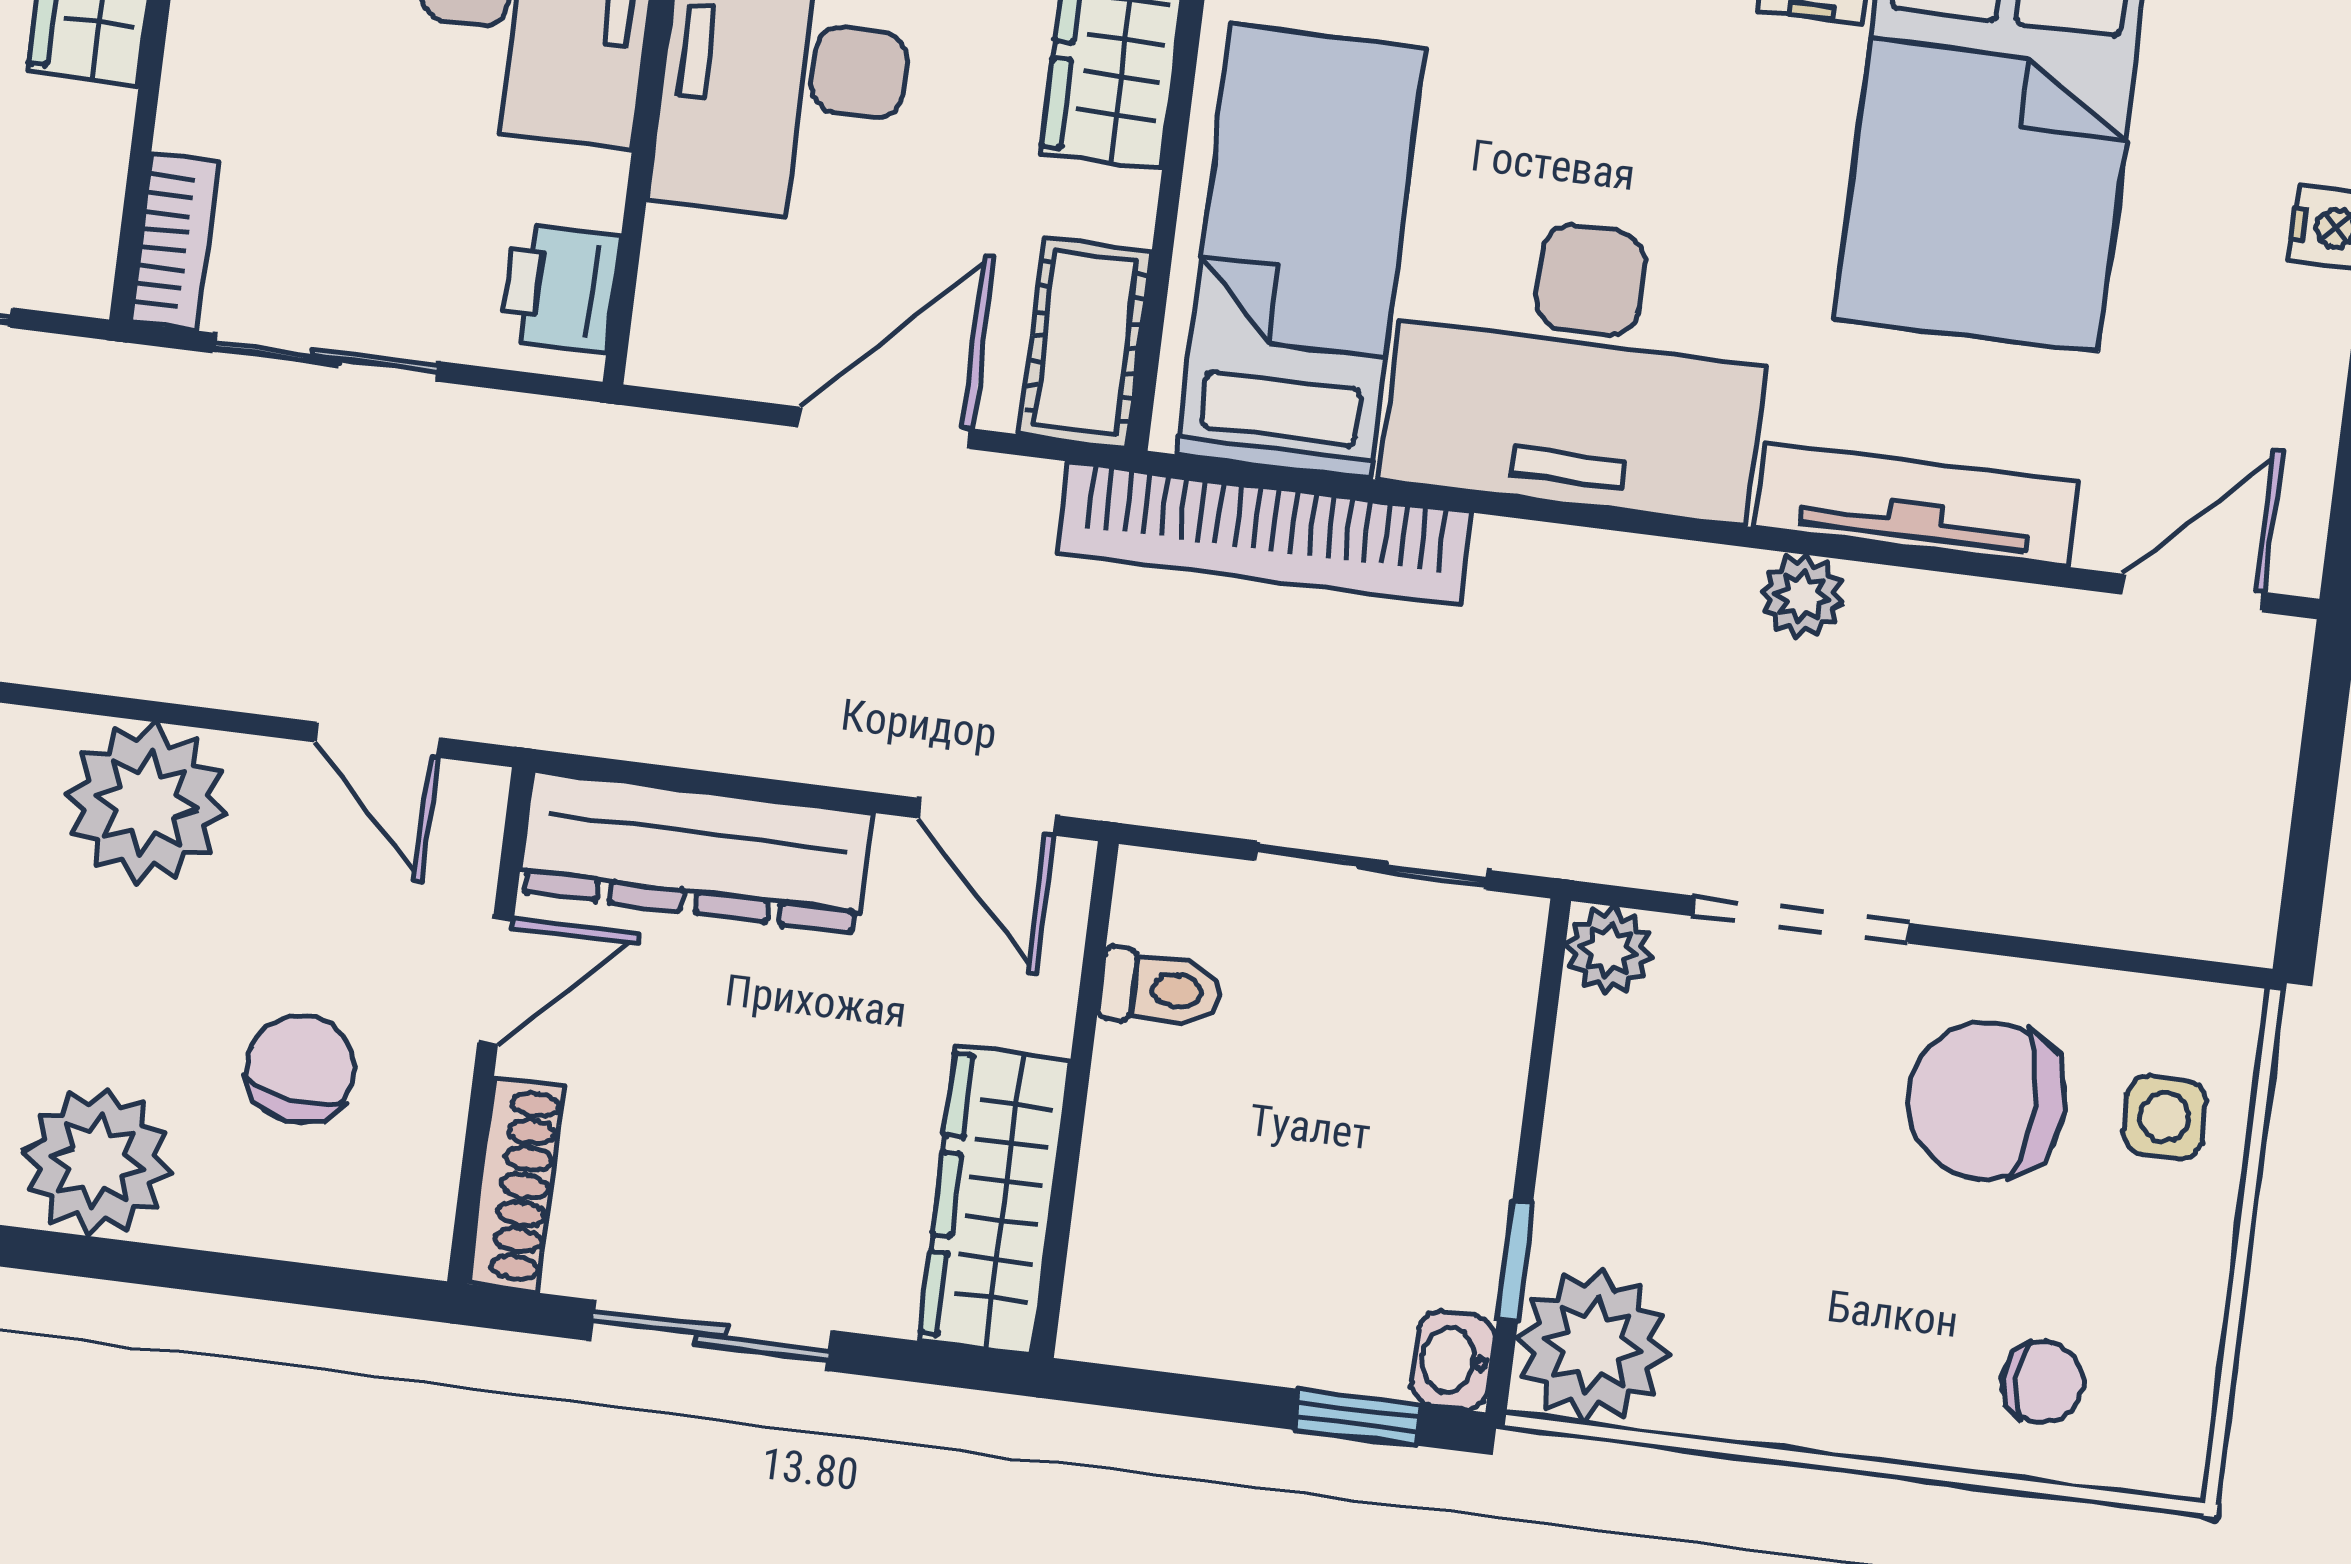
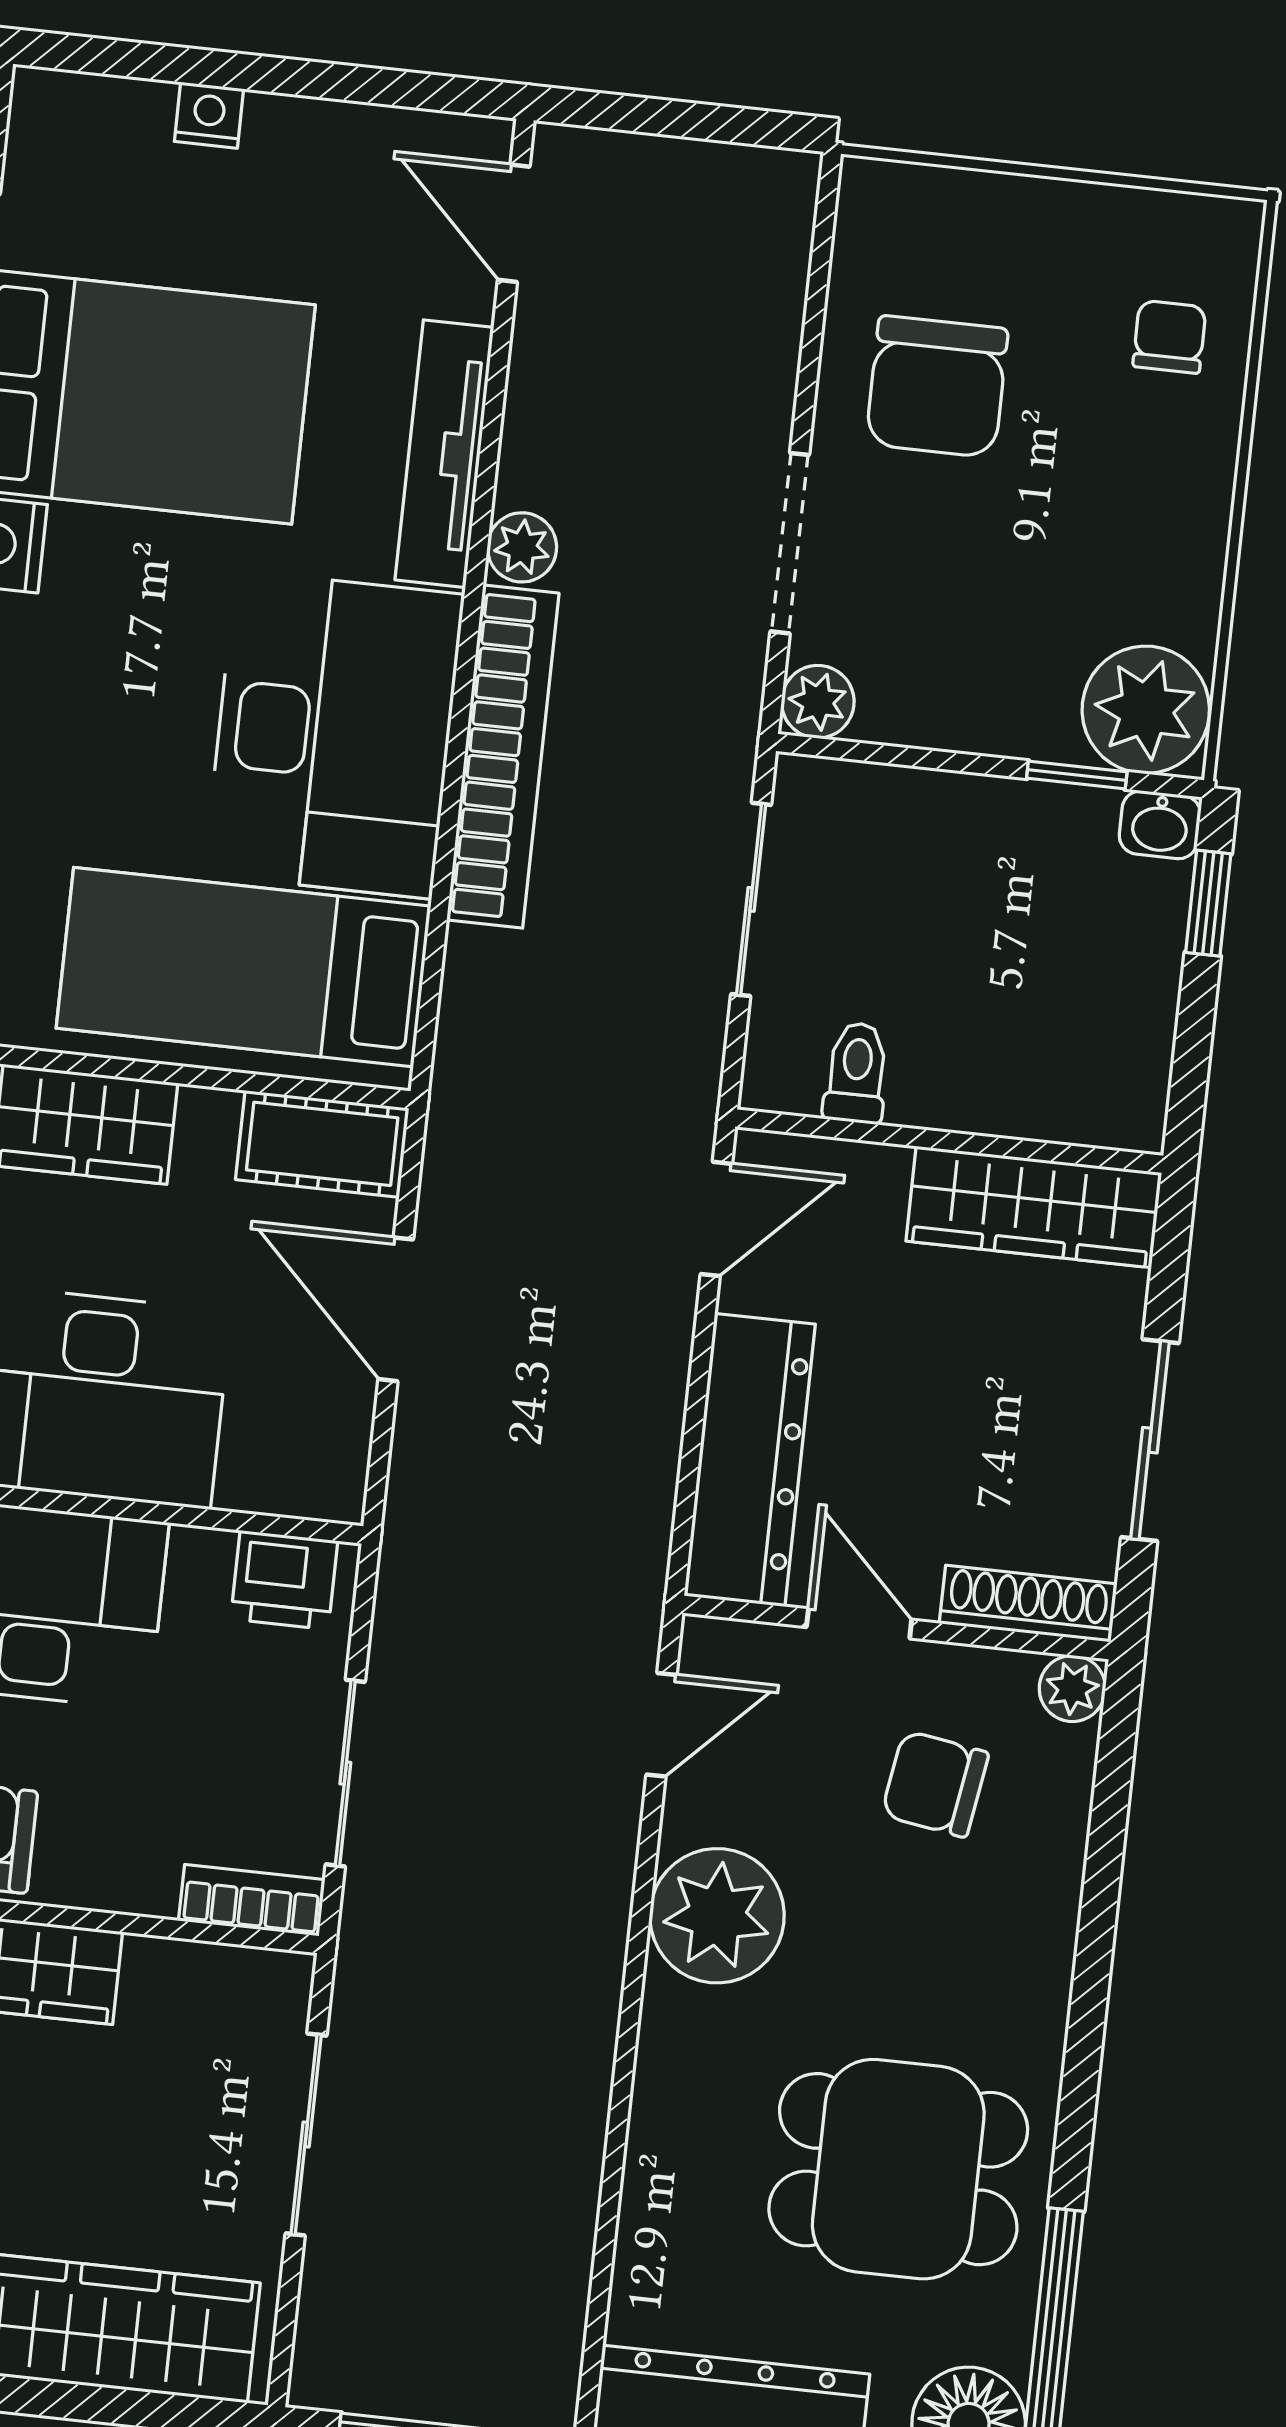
bookcase: (1264, 533) -> (503, 757), moved
side table: (2165, 1117) -> (948, 239), removed
plant: (97, 1162) -> (1072, 1688), moved, width x0.53, depth x0.53

